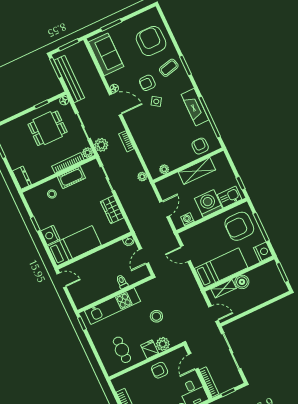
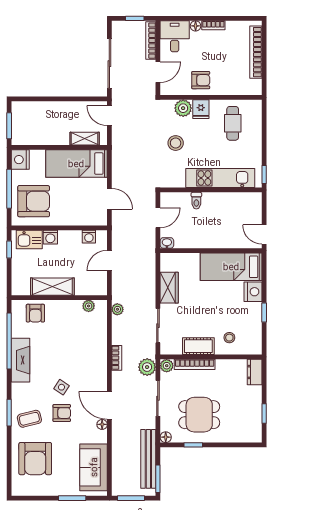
washing machine: (208, 204) -> (50, 237), width x0.53, depth x0.53
boiler: (242, 282) -> (60, 137), removed

